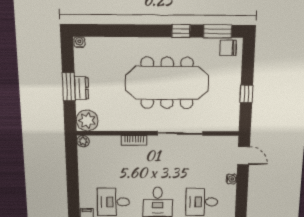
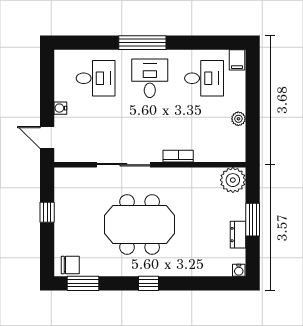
window: (181, 31) -> (149, 283), moved
meeting table: (167, 83) -> (140, 224), width x0.73
dresser: (82, 88) -> (238, 235), moved
plant: (83, 141) -> (238, 119), moved

